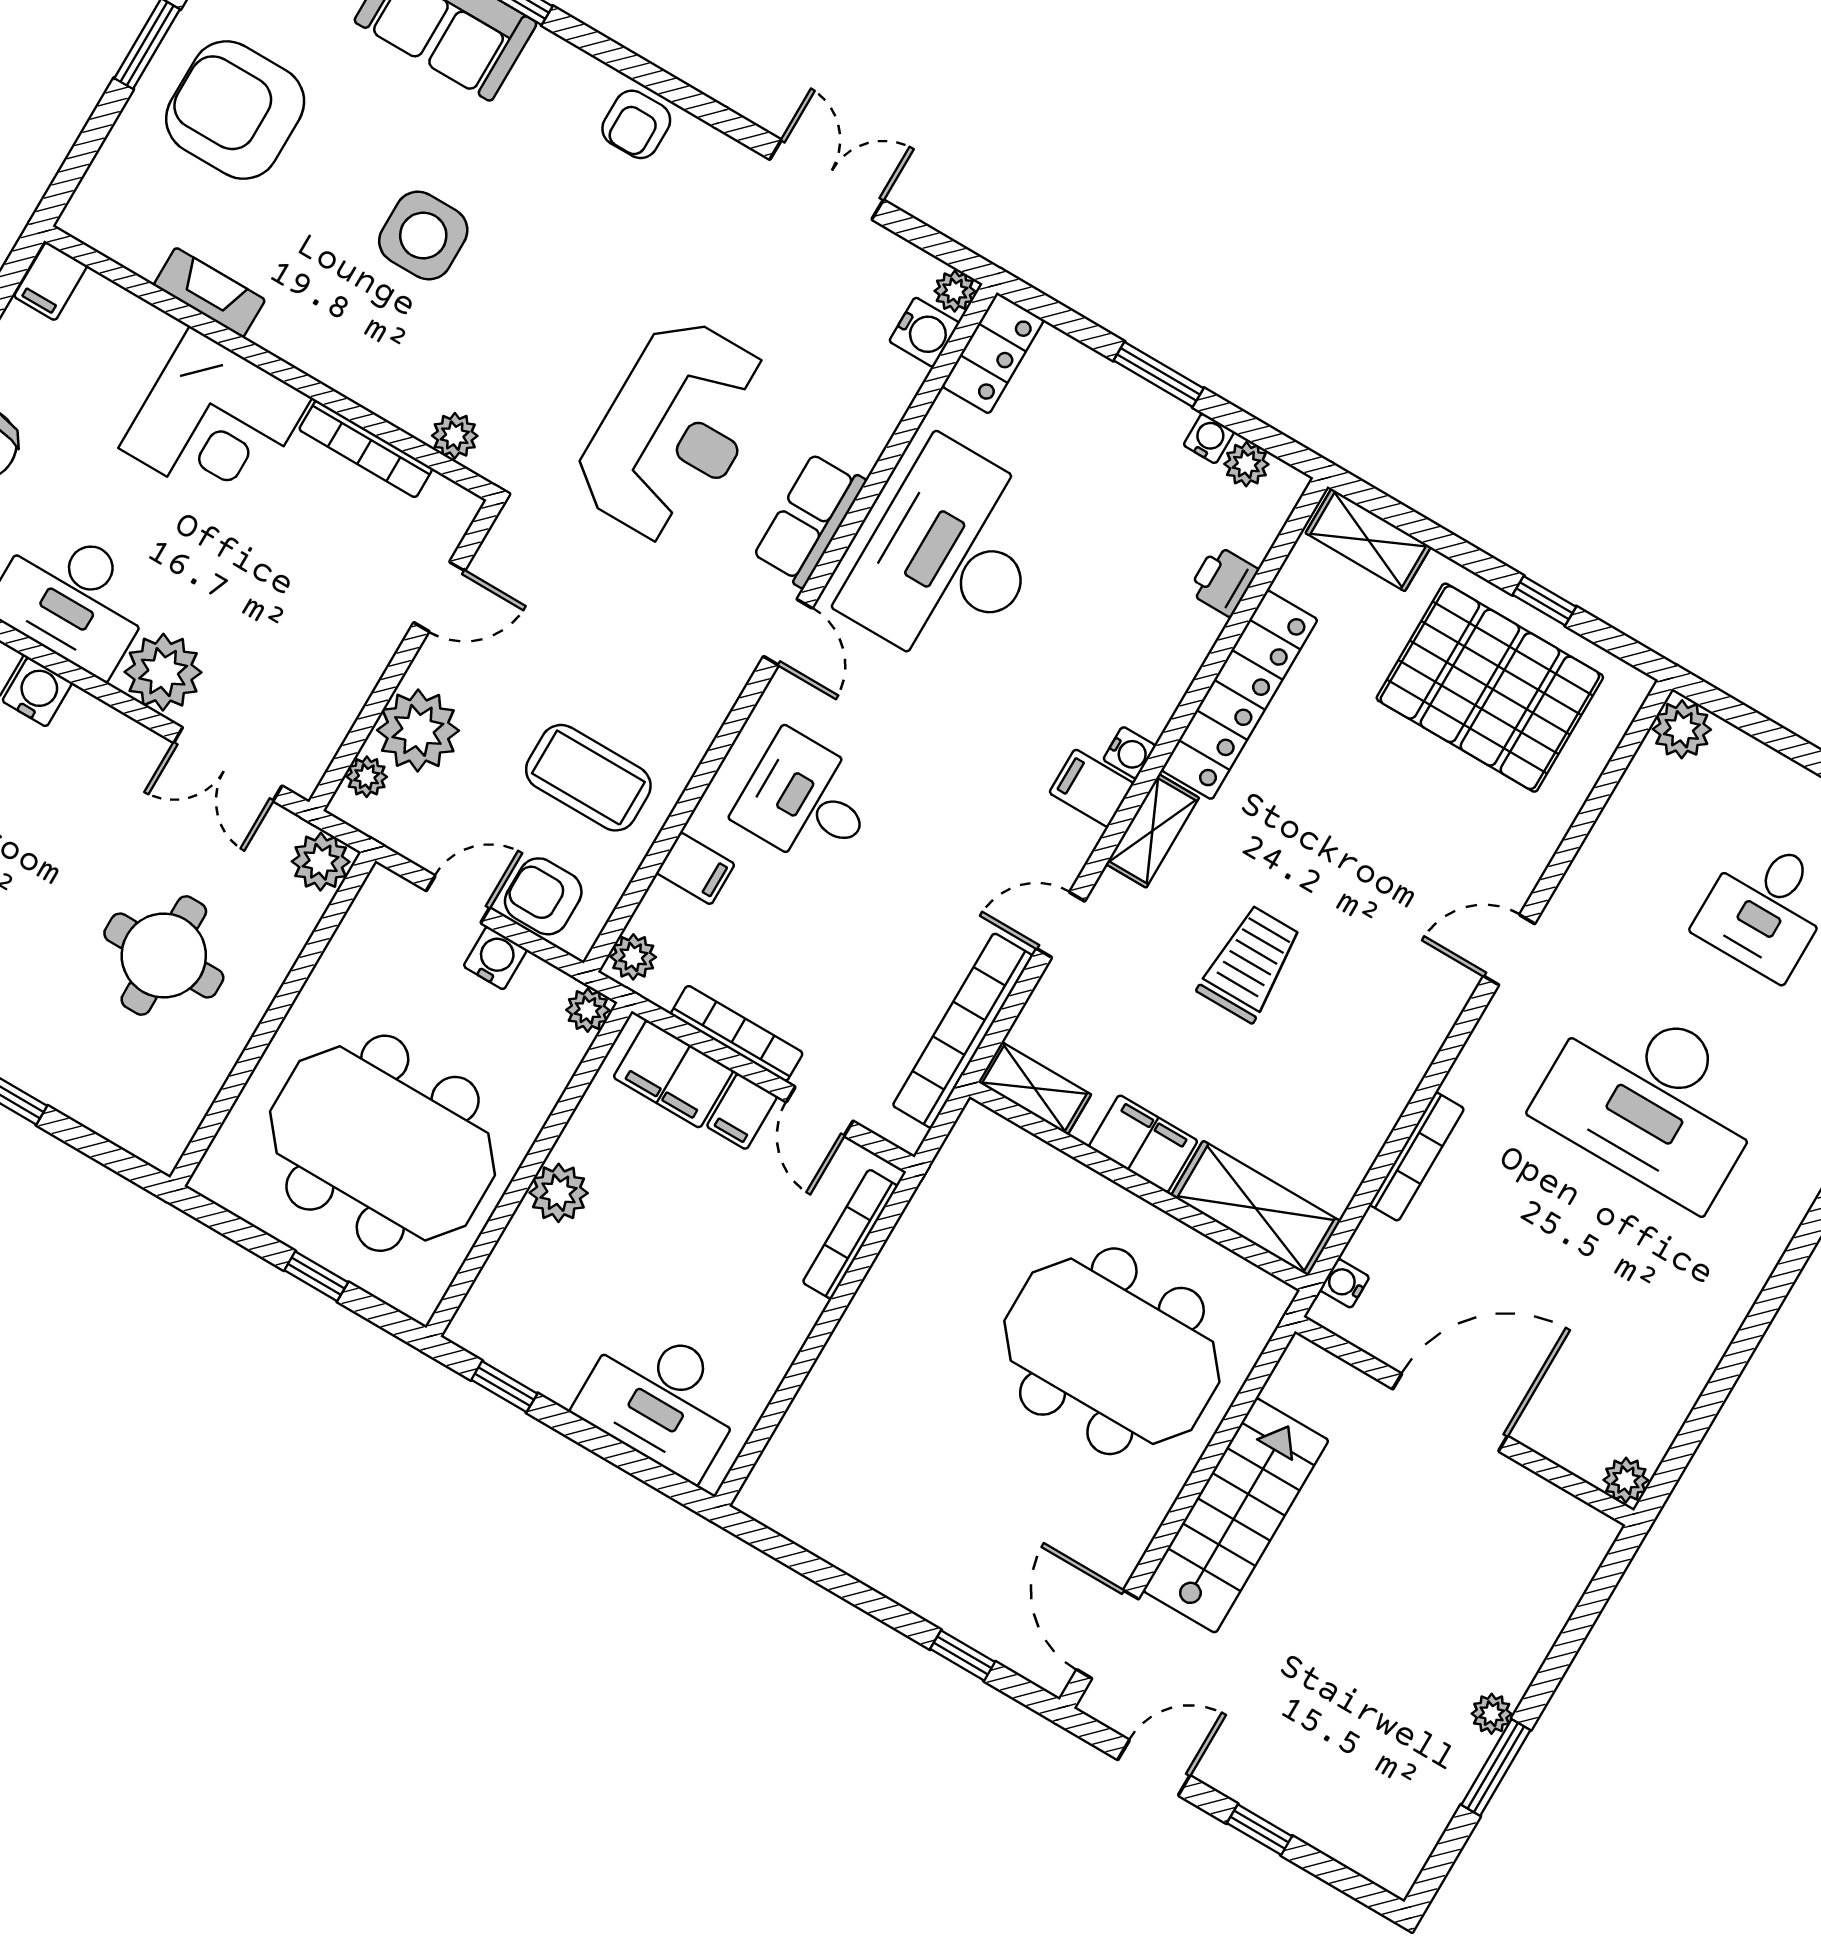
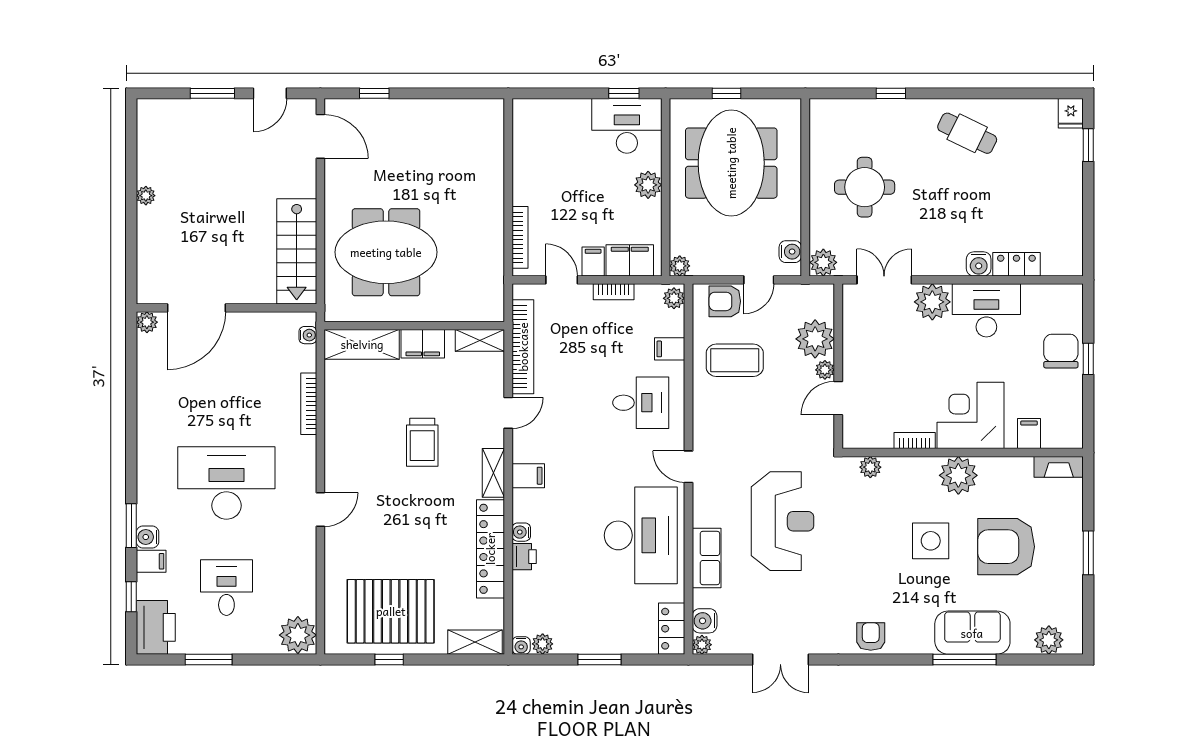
armchair: (235, 110) -> (1006, 547), moved, turned 180
filing cabinet: (51, 281) -> (1029, 434), moved
fireplace: (209, 292) -> (1059, 467), moved
plant: (302, 326) -> (958, 475), added
reception desk: (674, 431) -> (783, 521), turned 180
water cooler: (1209, 438) -> (521, 645), moved
bookcase: (366, 449) -> (915, 441), width x0.64
row of seats: (809, 520) -> (707, 558), moved
printer: (1223, 581) -> (524, 557), moved
plant: (1682, 729) -> (298, 635), width x1.36, depth x1.36
water cooler: (1129, 753) -> (521, 532), moved
plant: (367, 777) -> (825, 370), moved
armchair: (543, 896) -> (725, 301), turned 180
water cooler: (495, 958) -> (790, 252), moved, turned -90
bookcase: (737, 1034) -> (614, 292), width x0.64
meeting table: (382, 1143) -> (731, 163), turned 90
desk: (662, 1399) -> (627, 126), moved
door: (1450, 1413) -> (196, 308), moved
stairs: (1236, 1515) -> (297, 251), moved
window: (1496, 1767) -> (131, 175), removed
window: (1259, 1830) -> (212, 93), width x1.50

